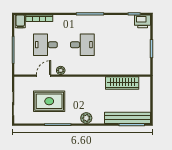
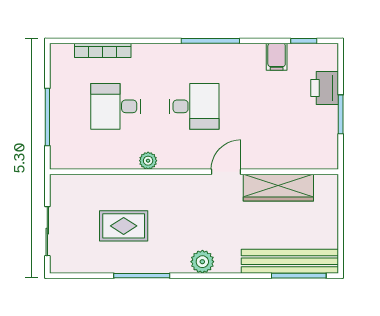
filing cabinet: (20, 21) -> (277, 57), moved
printer: (143, 21) -> (325, 88), moved, turned 90
door: (44, 76) -> (226, 172), moved
rug: (49, 101) -> (124, 226), width x0.73, depth x0.70

